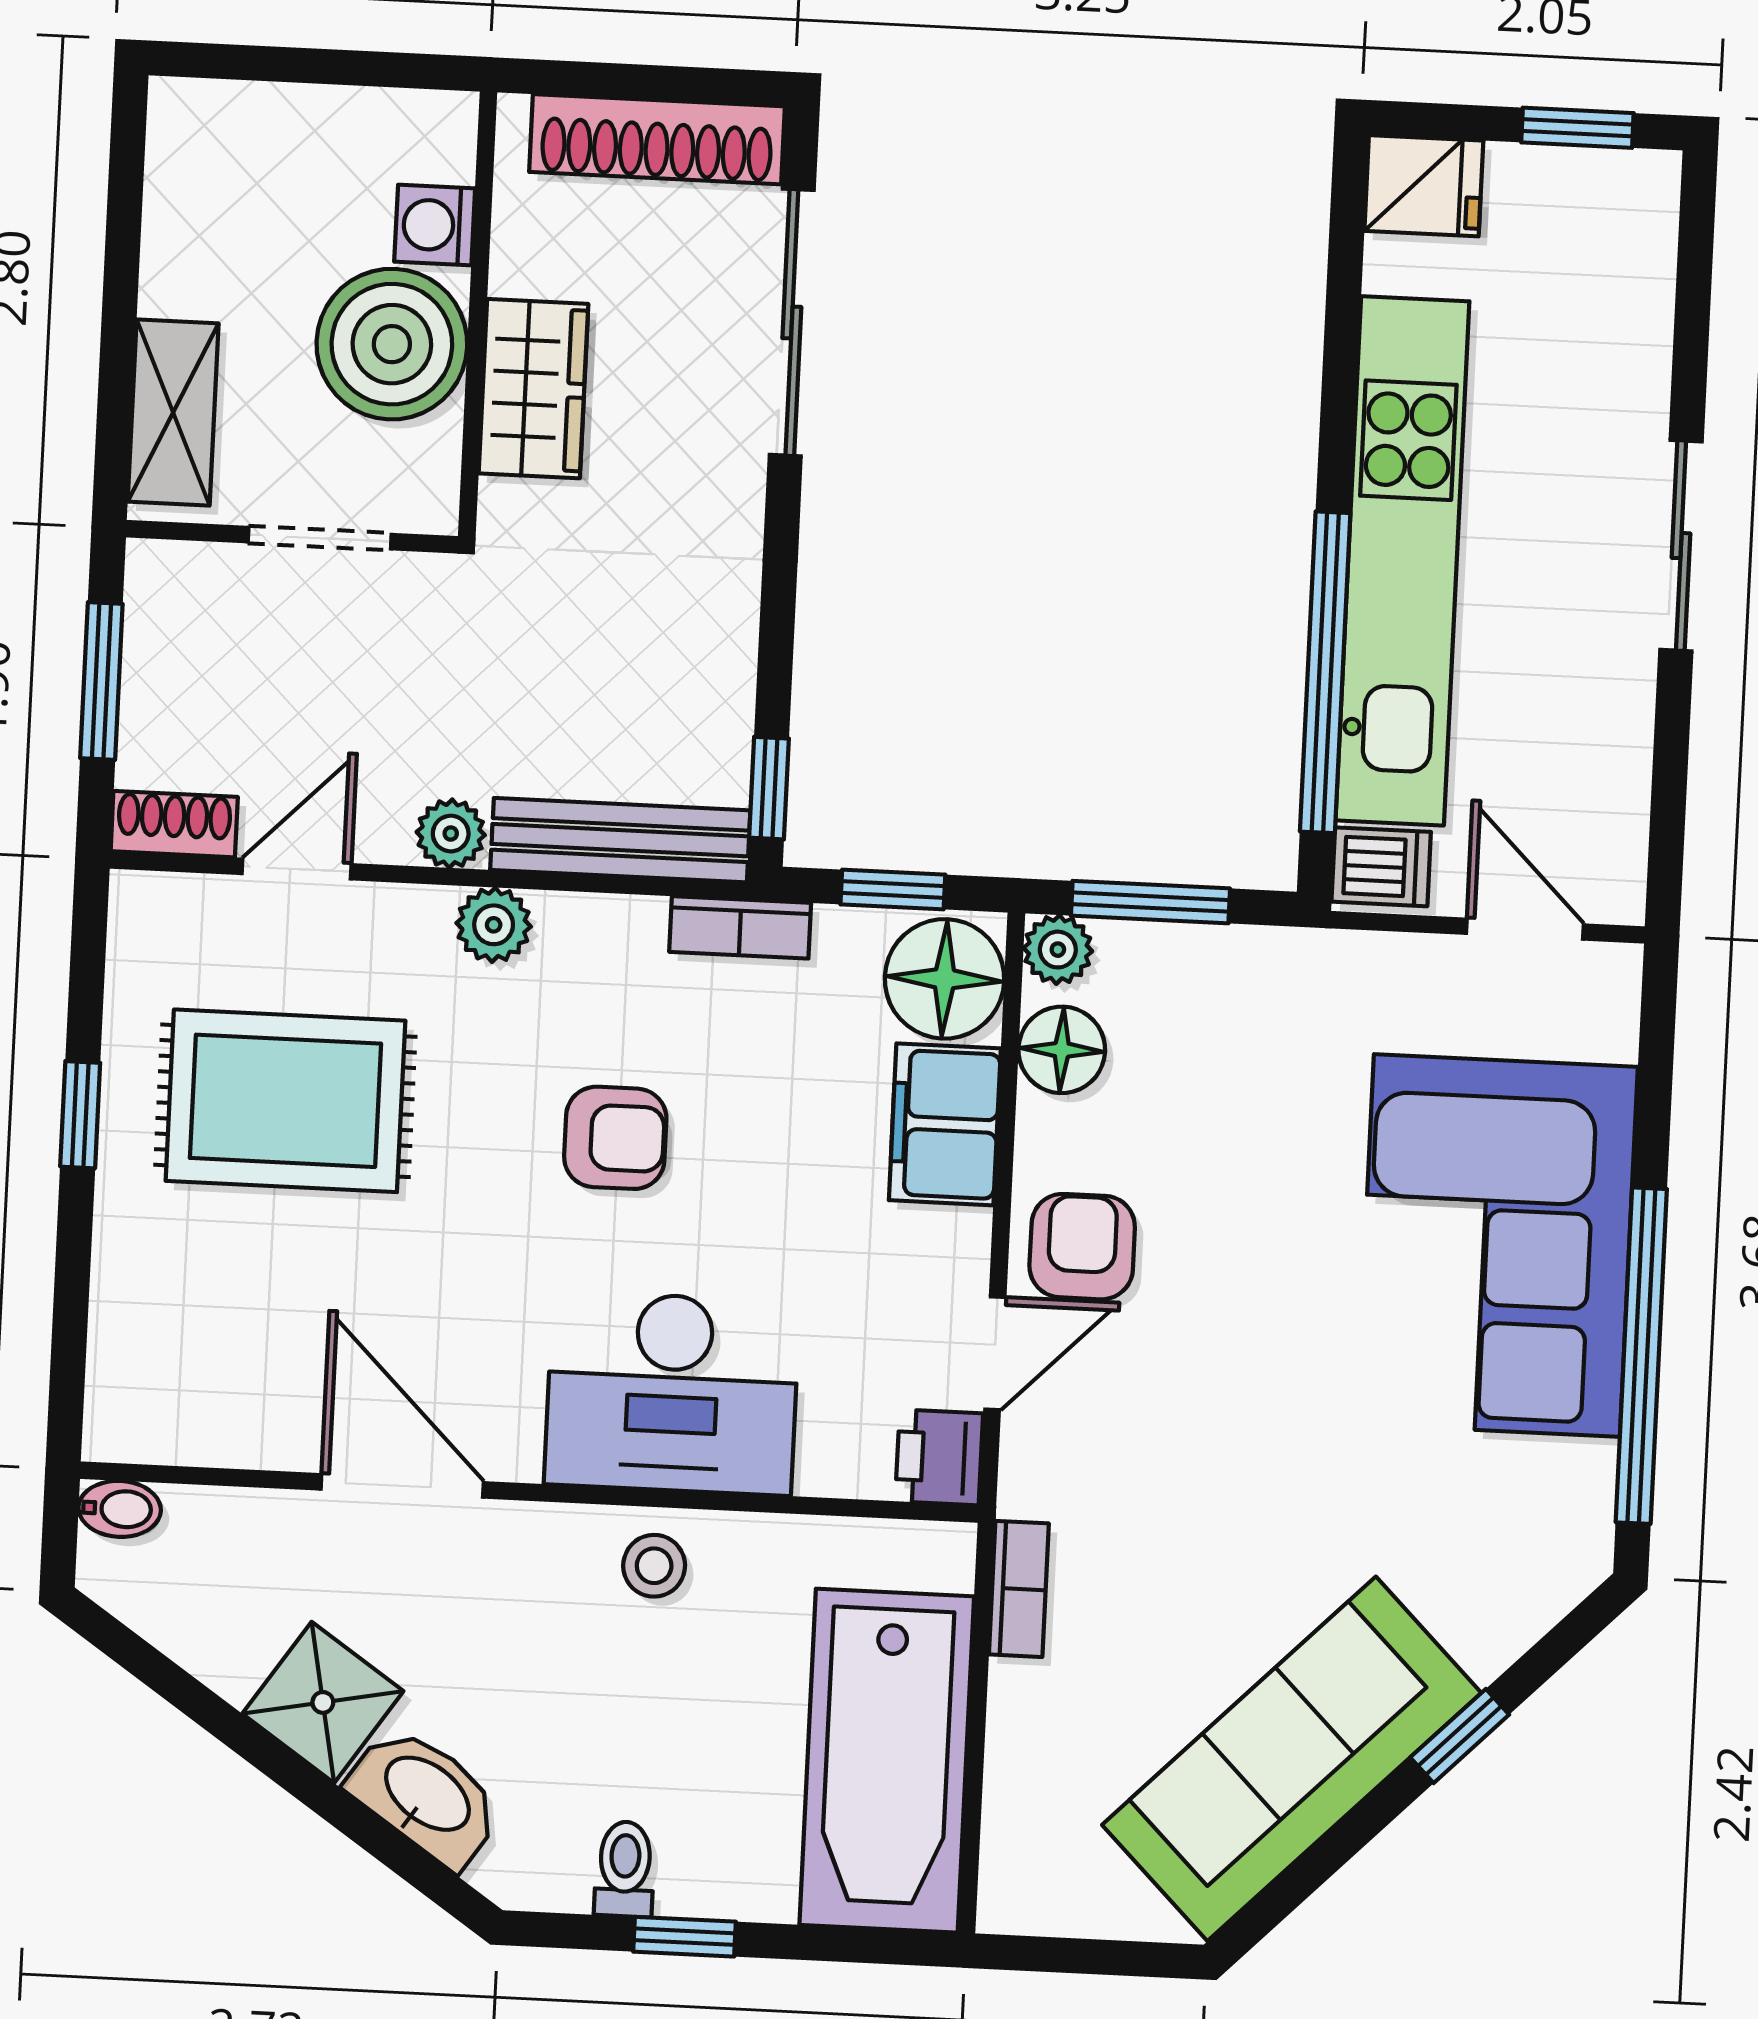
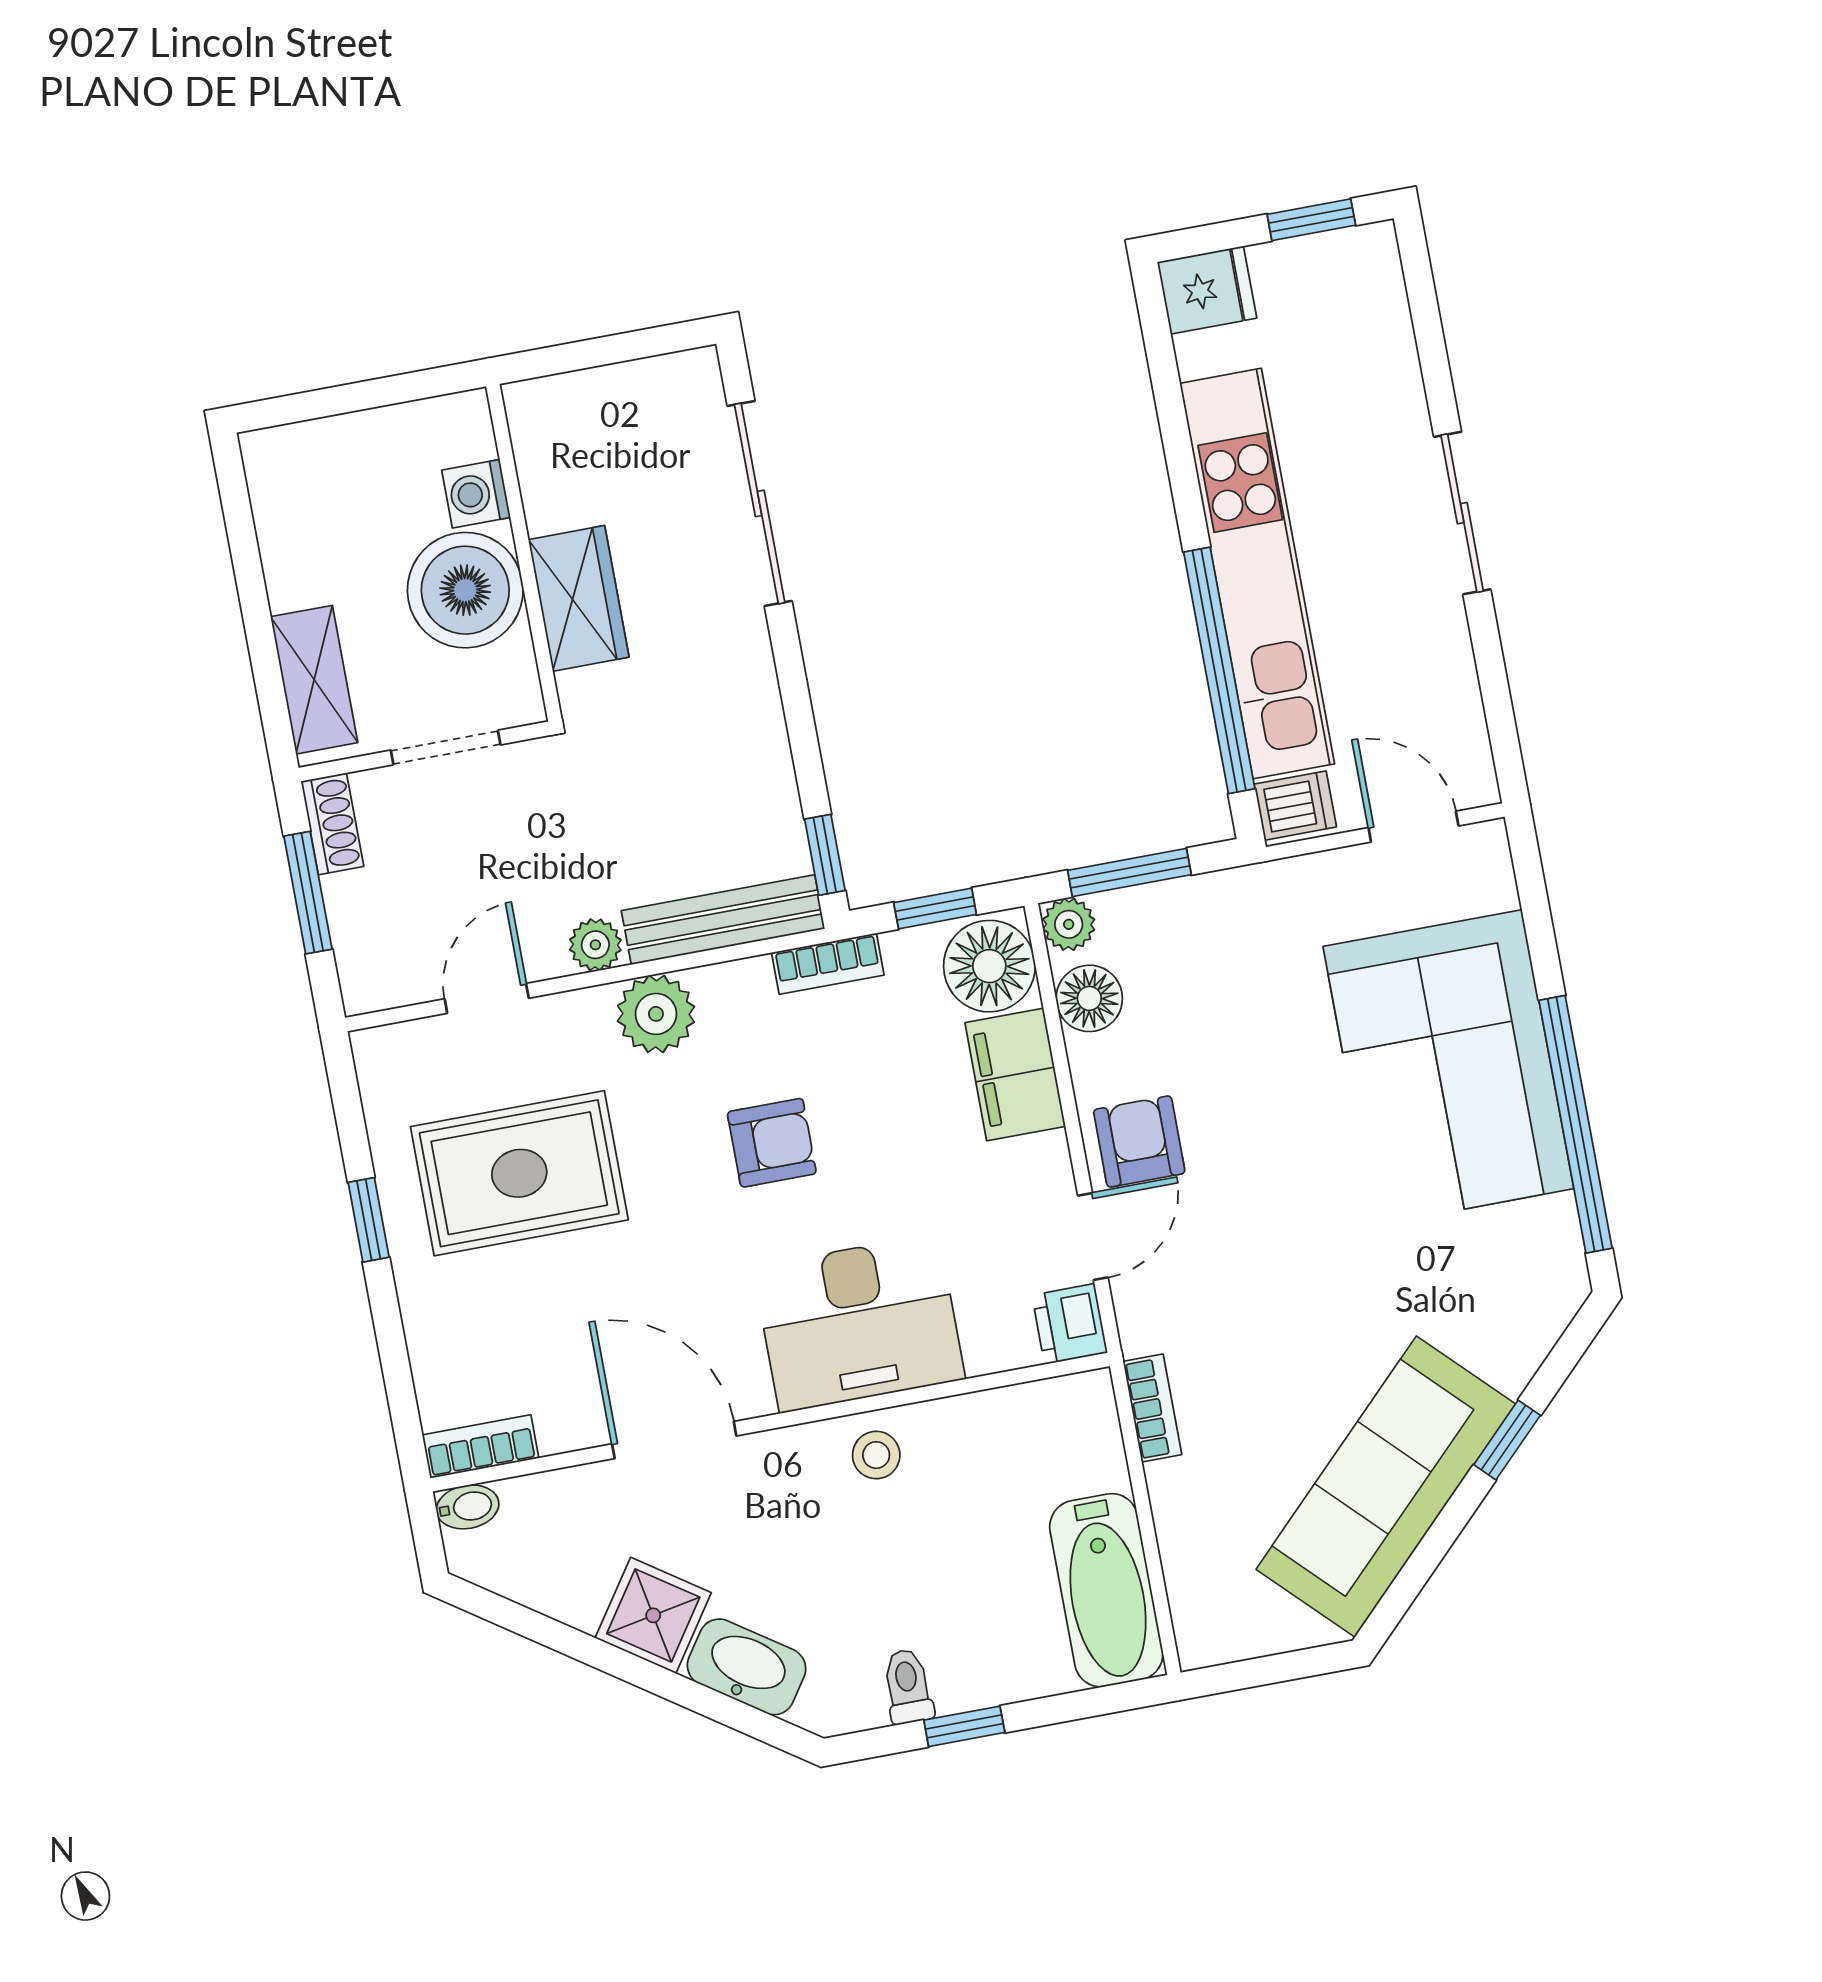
shoe rack: (657, 139) -> (627, 391), removed
shoe rack: (174, 824) -> (332, 824), moved, turned 90
plant: (494, 925) -> (656, 1014), width x1.38, depth x1.38
bookcase: (154, 1436) -> (480, 1447), added
bathtub: (887, 1761) -> (1106, 1590), width x0.73, depth x0.73

